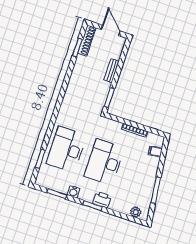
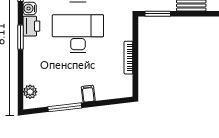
filing cabinet: (155, 151) -> (88, 94), moved
printer: (102, 200) -> (31, 26), moved

